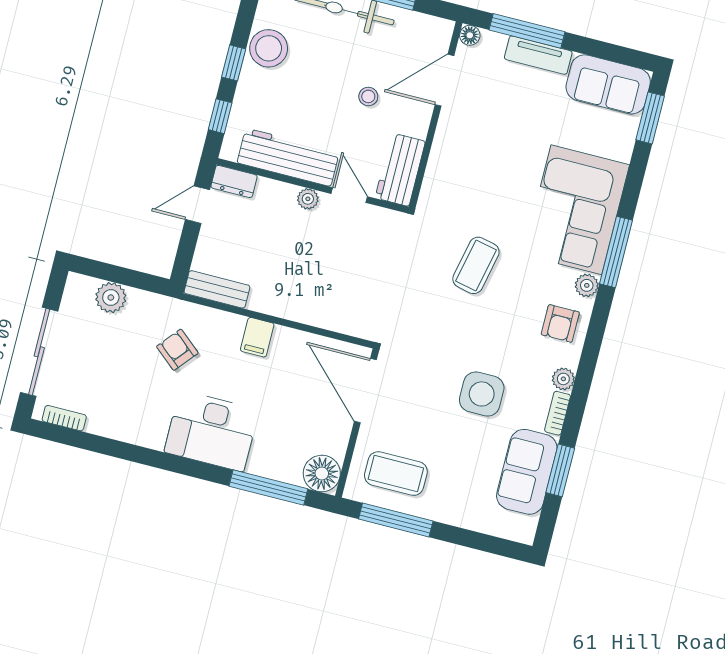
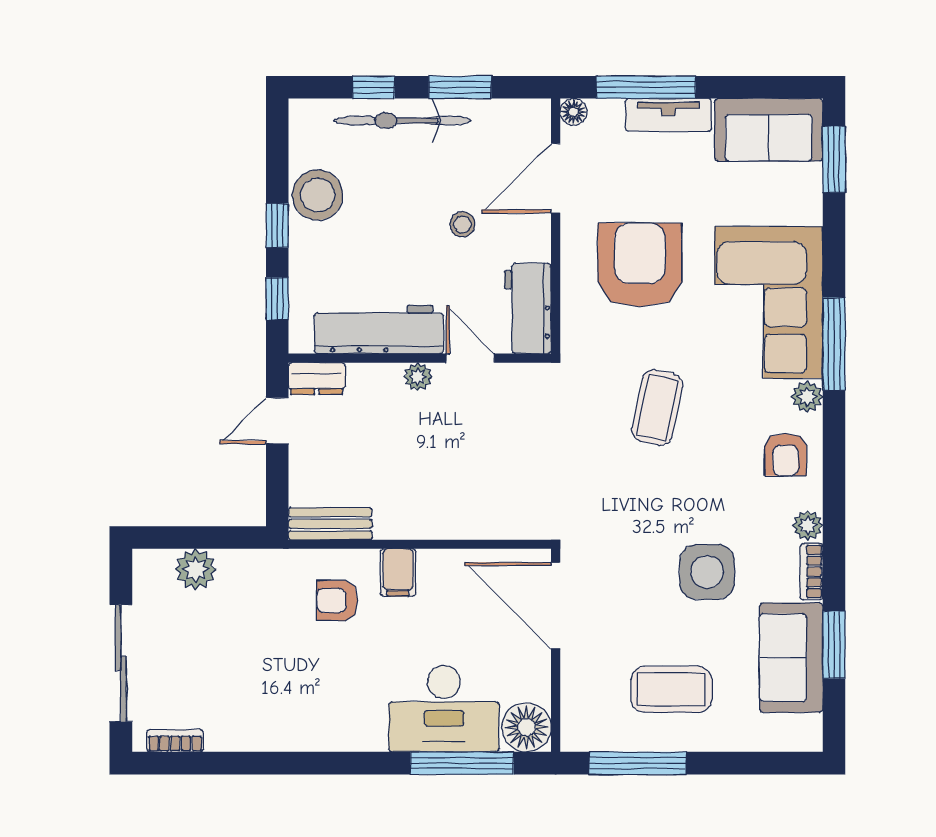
armchair: (490, 159) -> (640, 265), added
armchair: (177, 350) -> (337, 601), moved, turned -40
desk: (212, 431) -> (444, 709), moved
coffee table: (396, 474) -> (671, 689), moved

